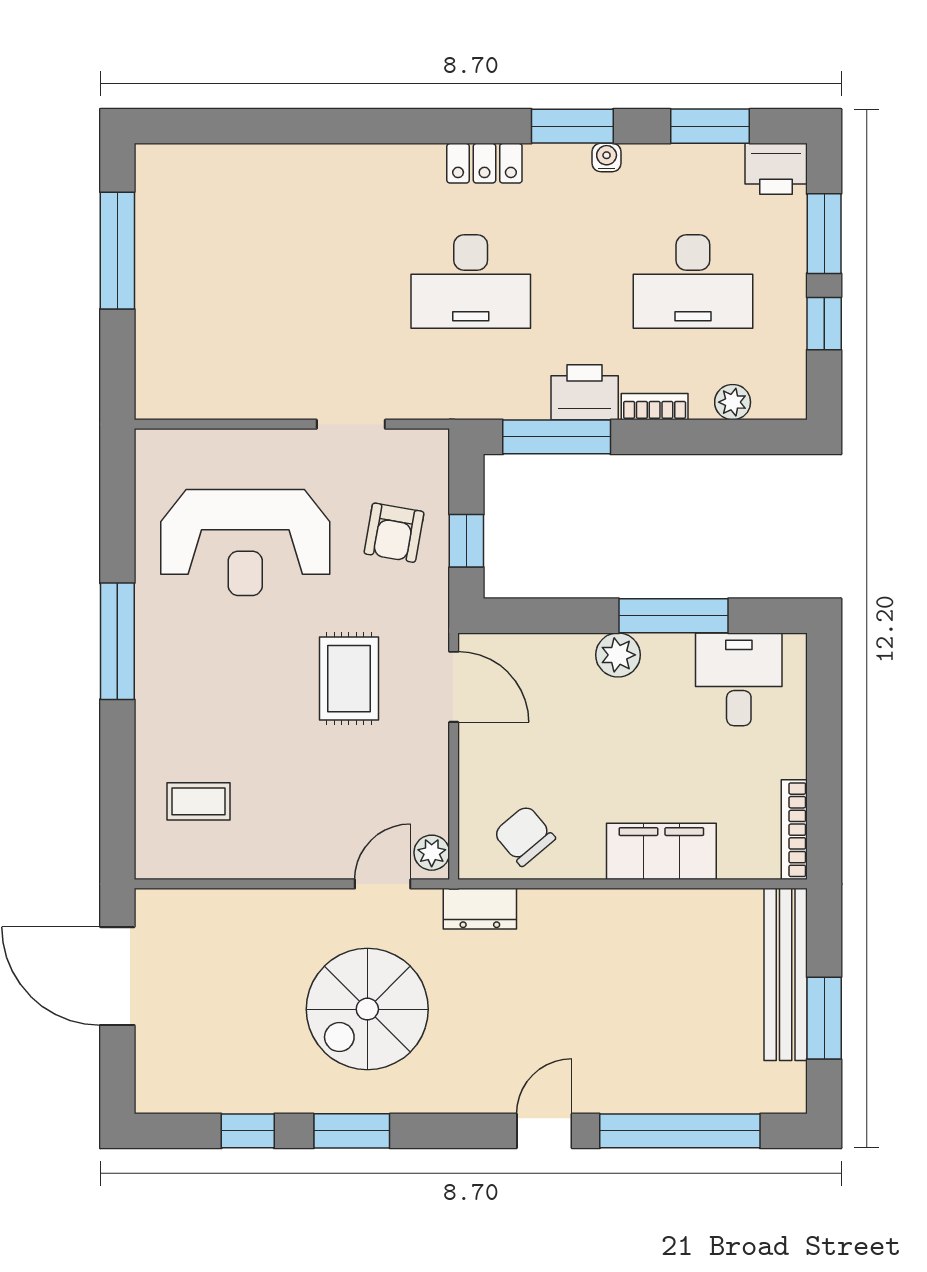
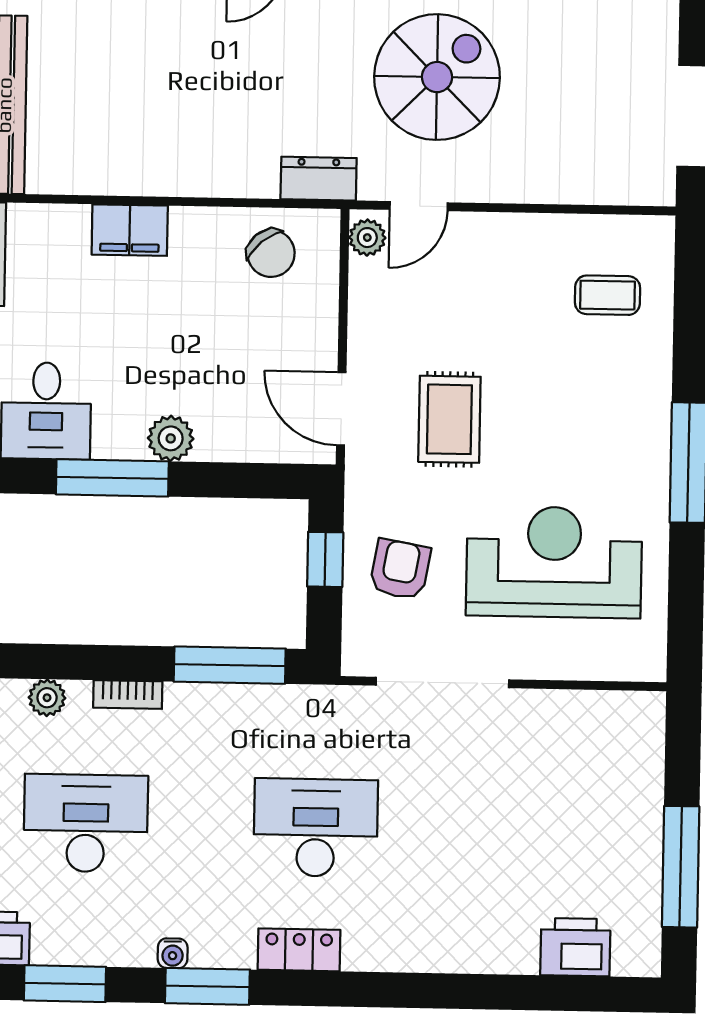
printer: (585, 392) -> (575, 947), moved, turned 180
doorway: (351, 424) -> (442, 682), width x1.87
filing cabinet: (661, 851) -> (130, 230), width x0.67, depth x0.86

